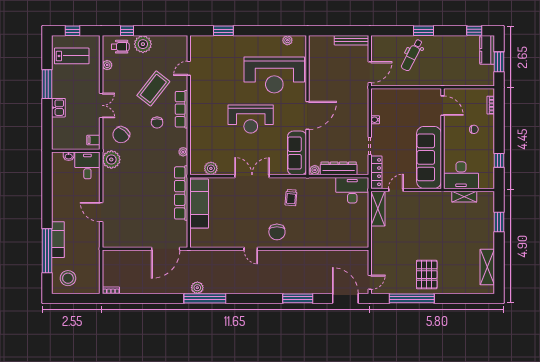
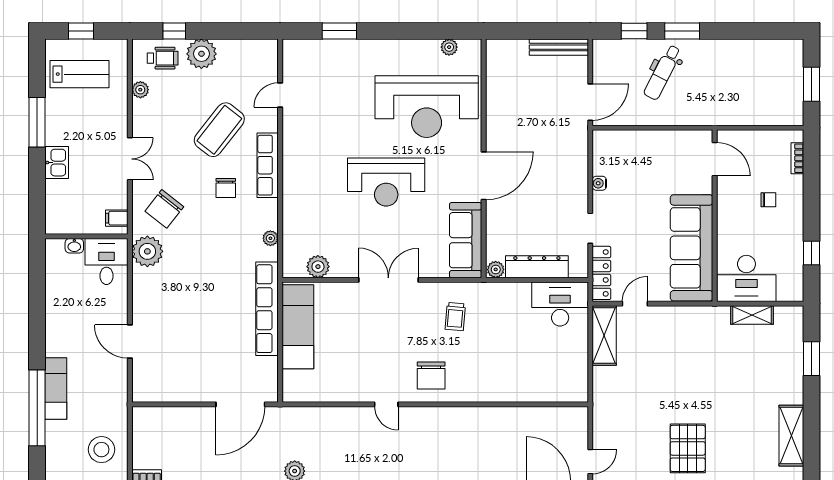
window: (474, 31) -> (634, 31), moved
kitchen counter: (487, 50) -> (791, 64), removed
stool: (68, 278) -> (101, 450), moved

